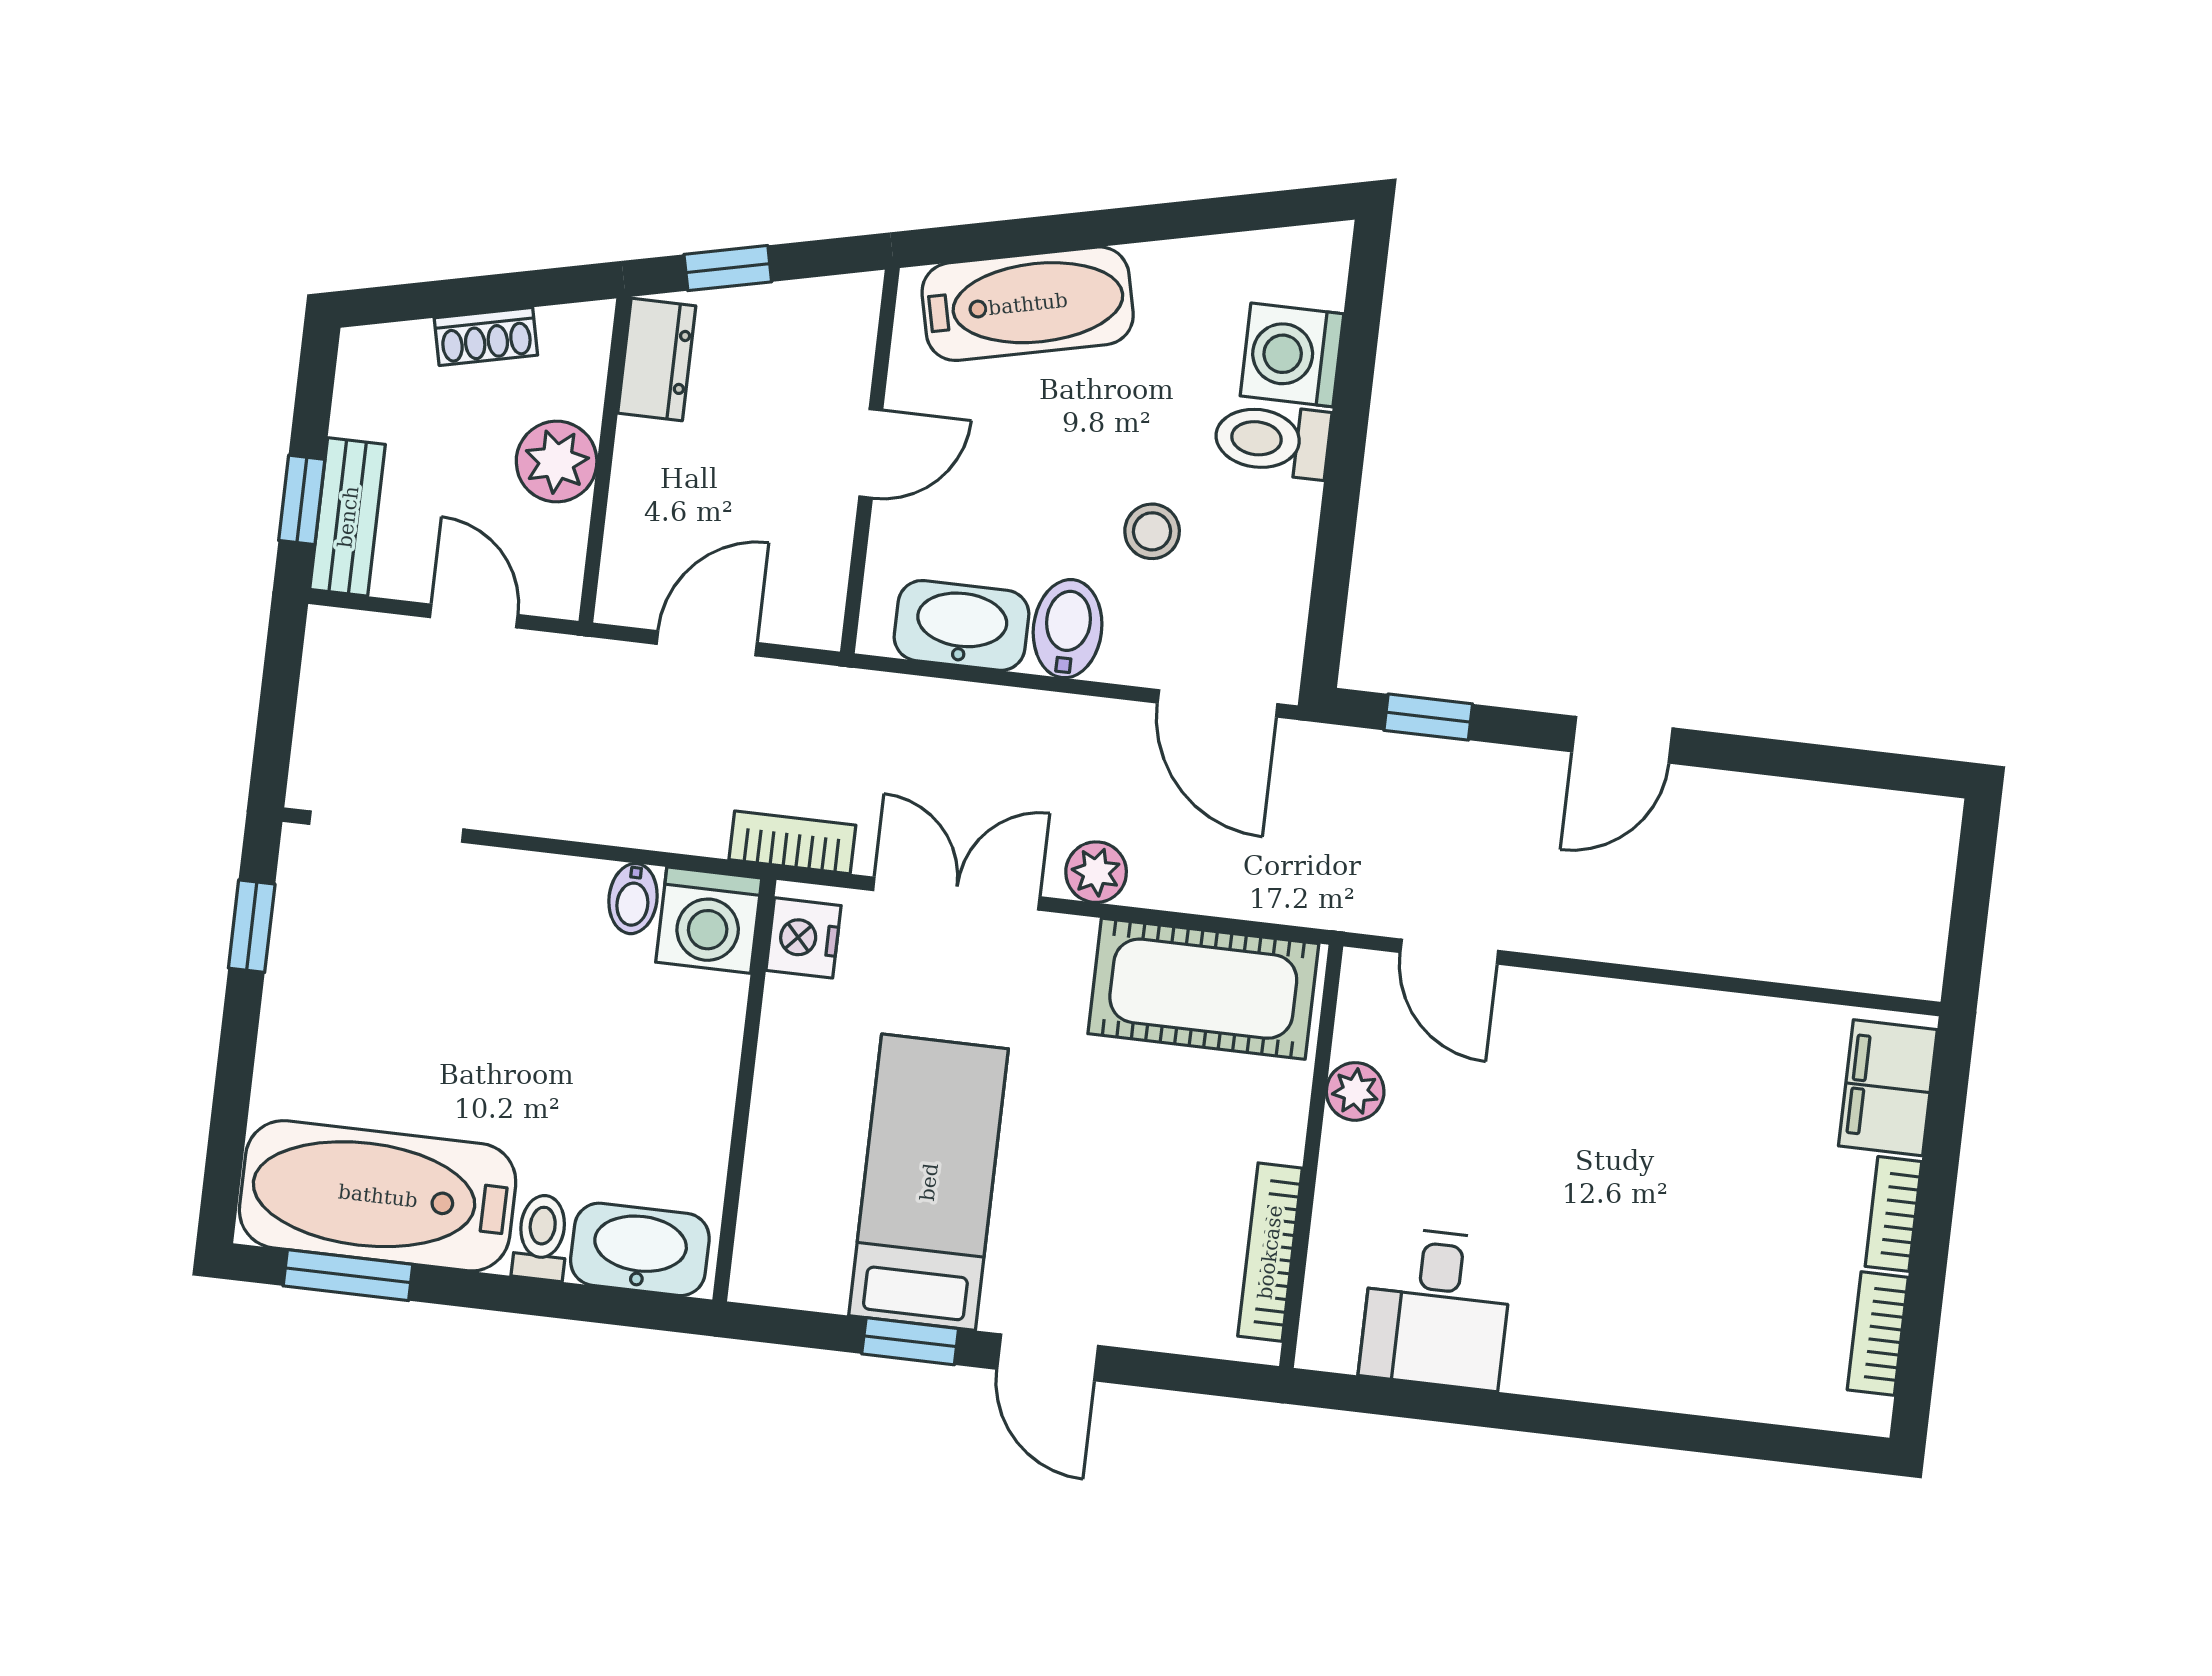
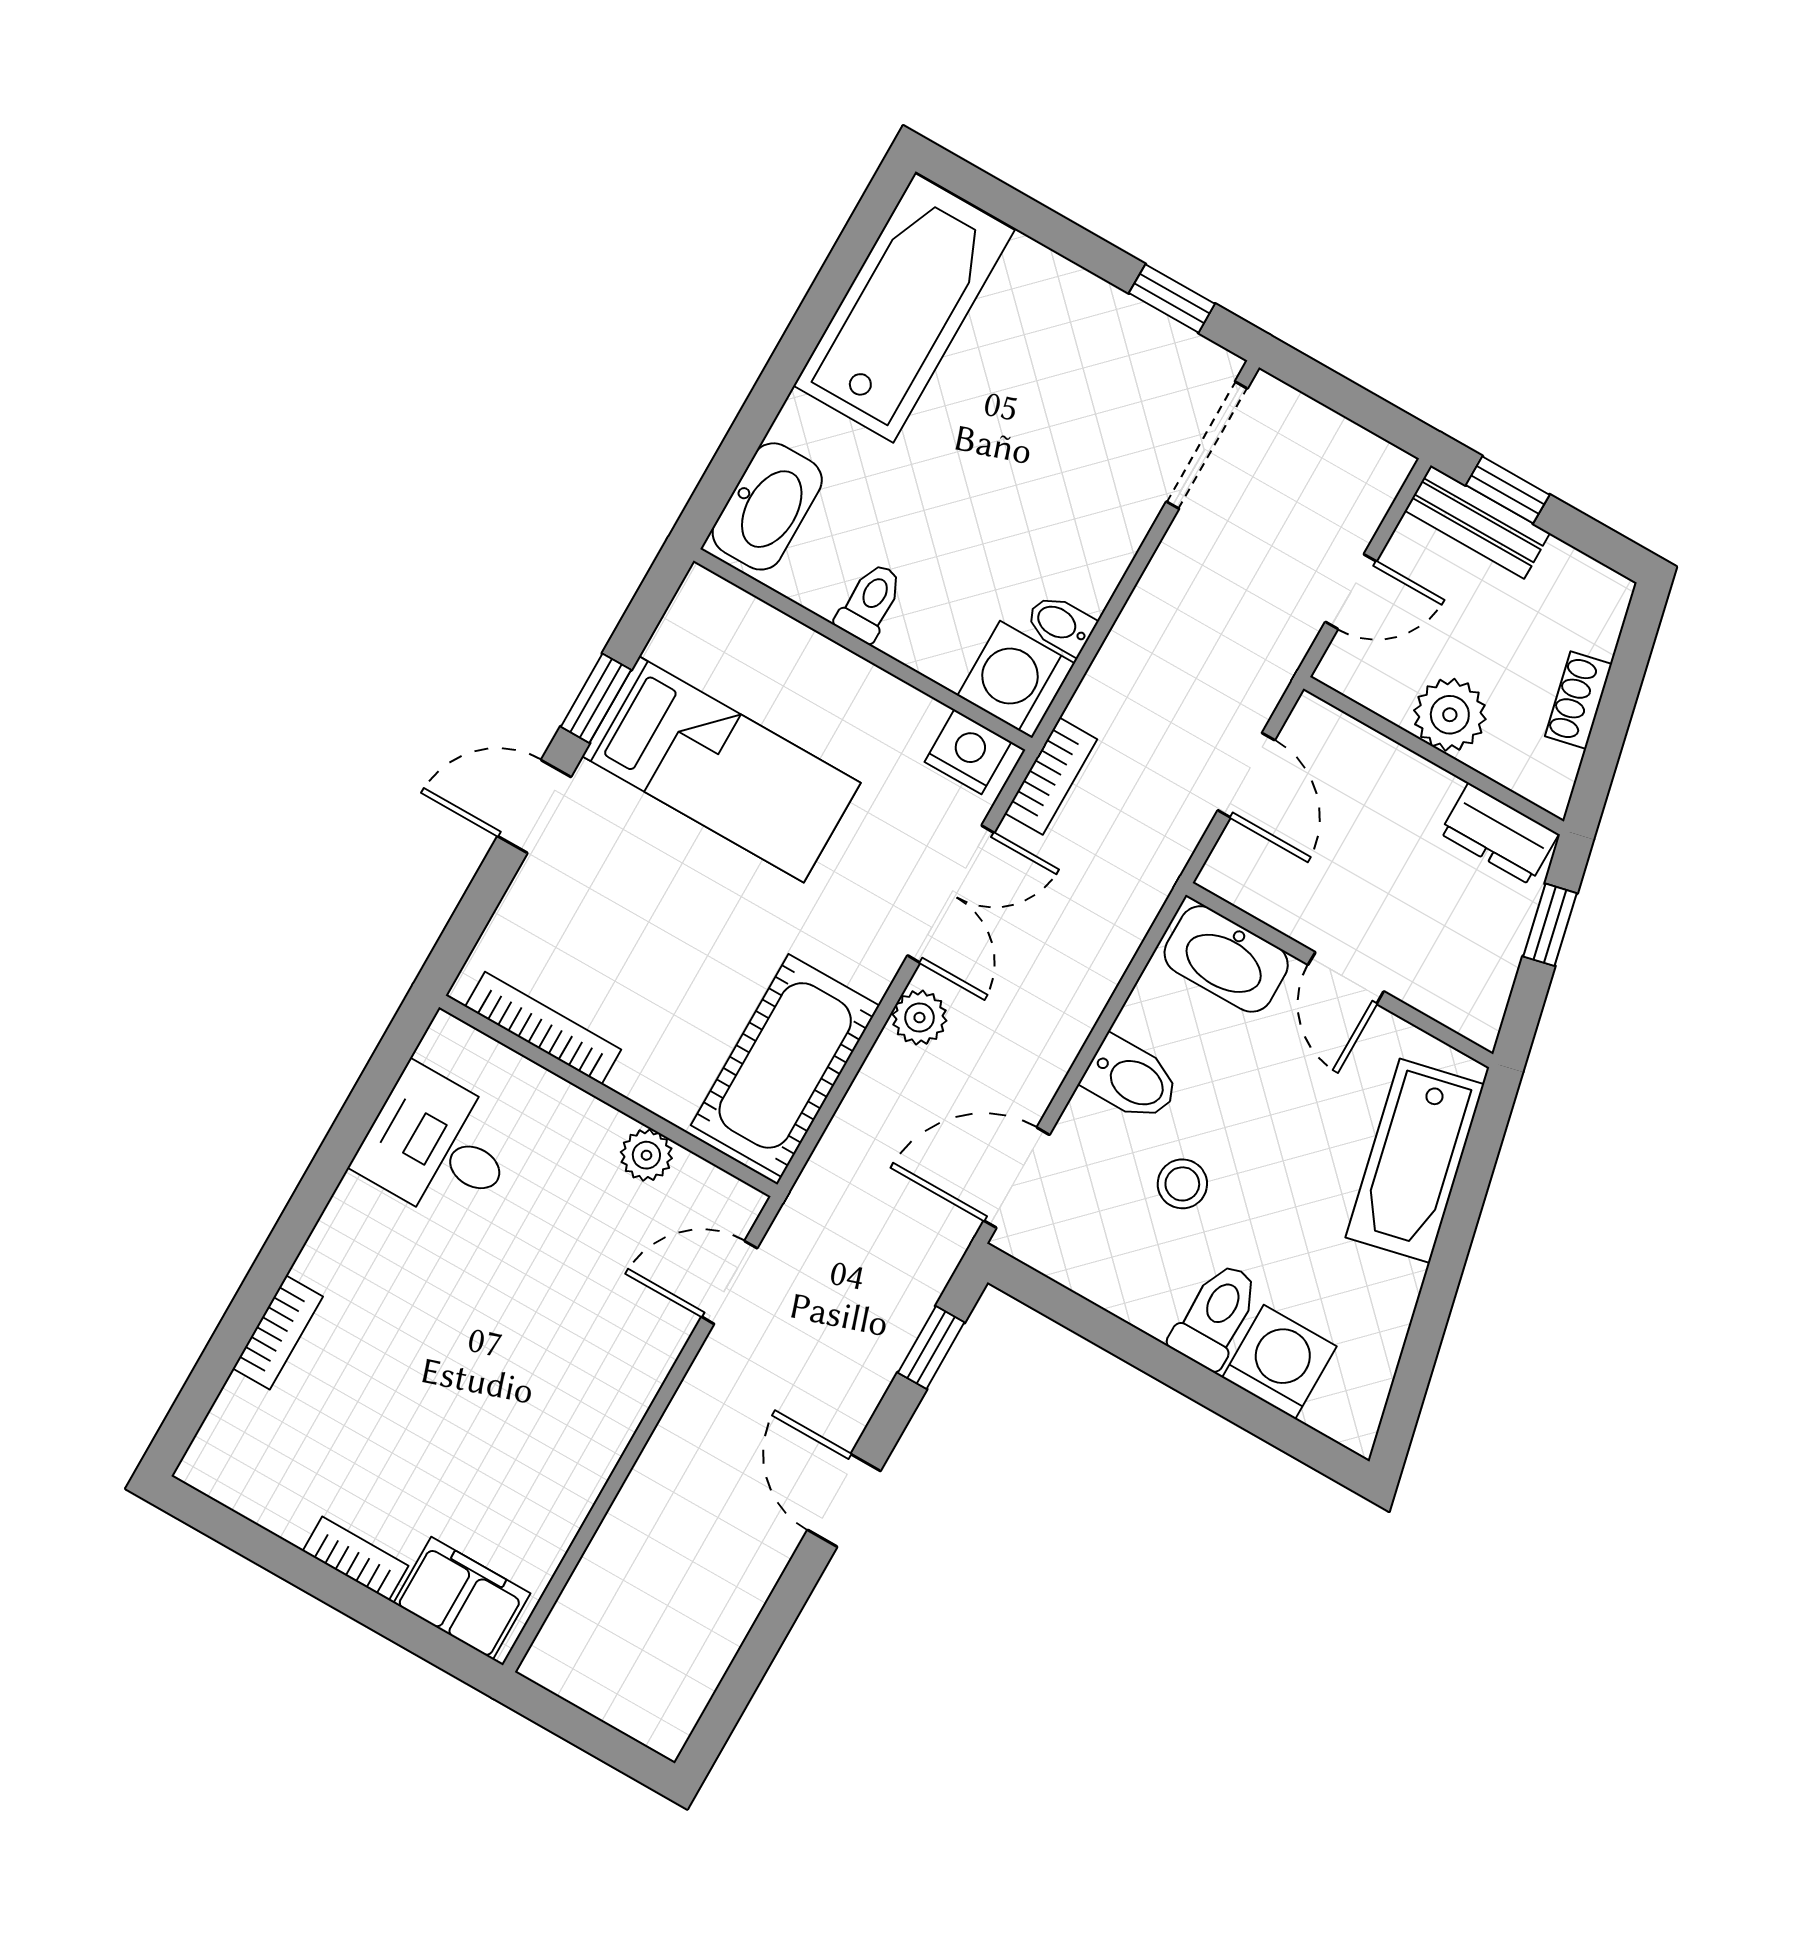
washbasin: (962, 625) -> (1226, 959), moved, turned 90
toilet: (541, 1237) -> (870, 602), moved, turned -90
window: (348, 1275) -> (849, 255), removed
bookcase: (1878, 1334) -> (278, 1332), moved, turned 90

